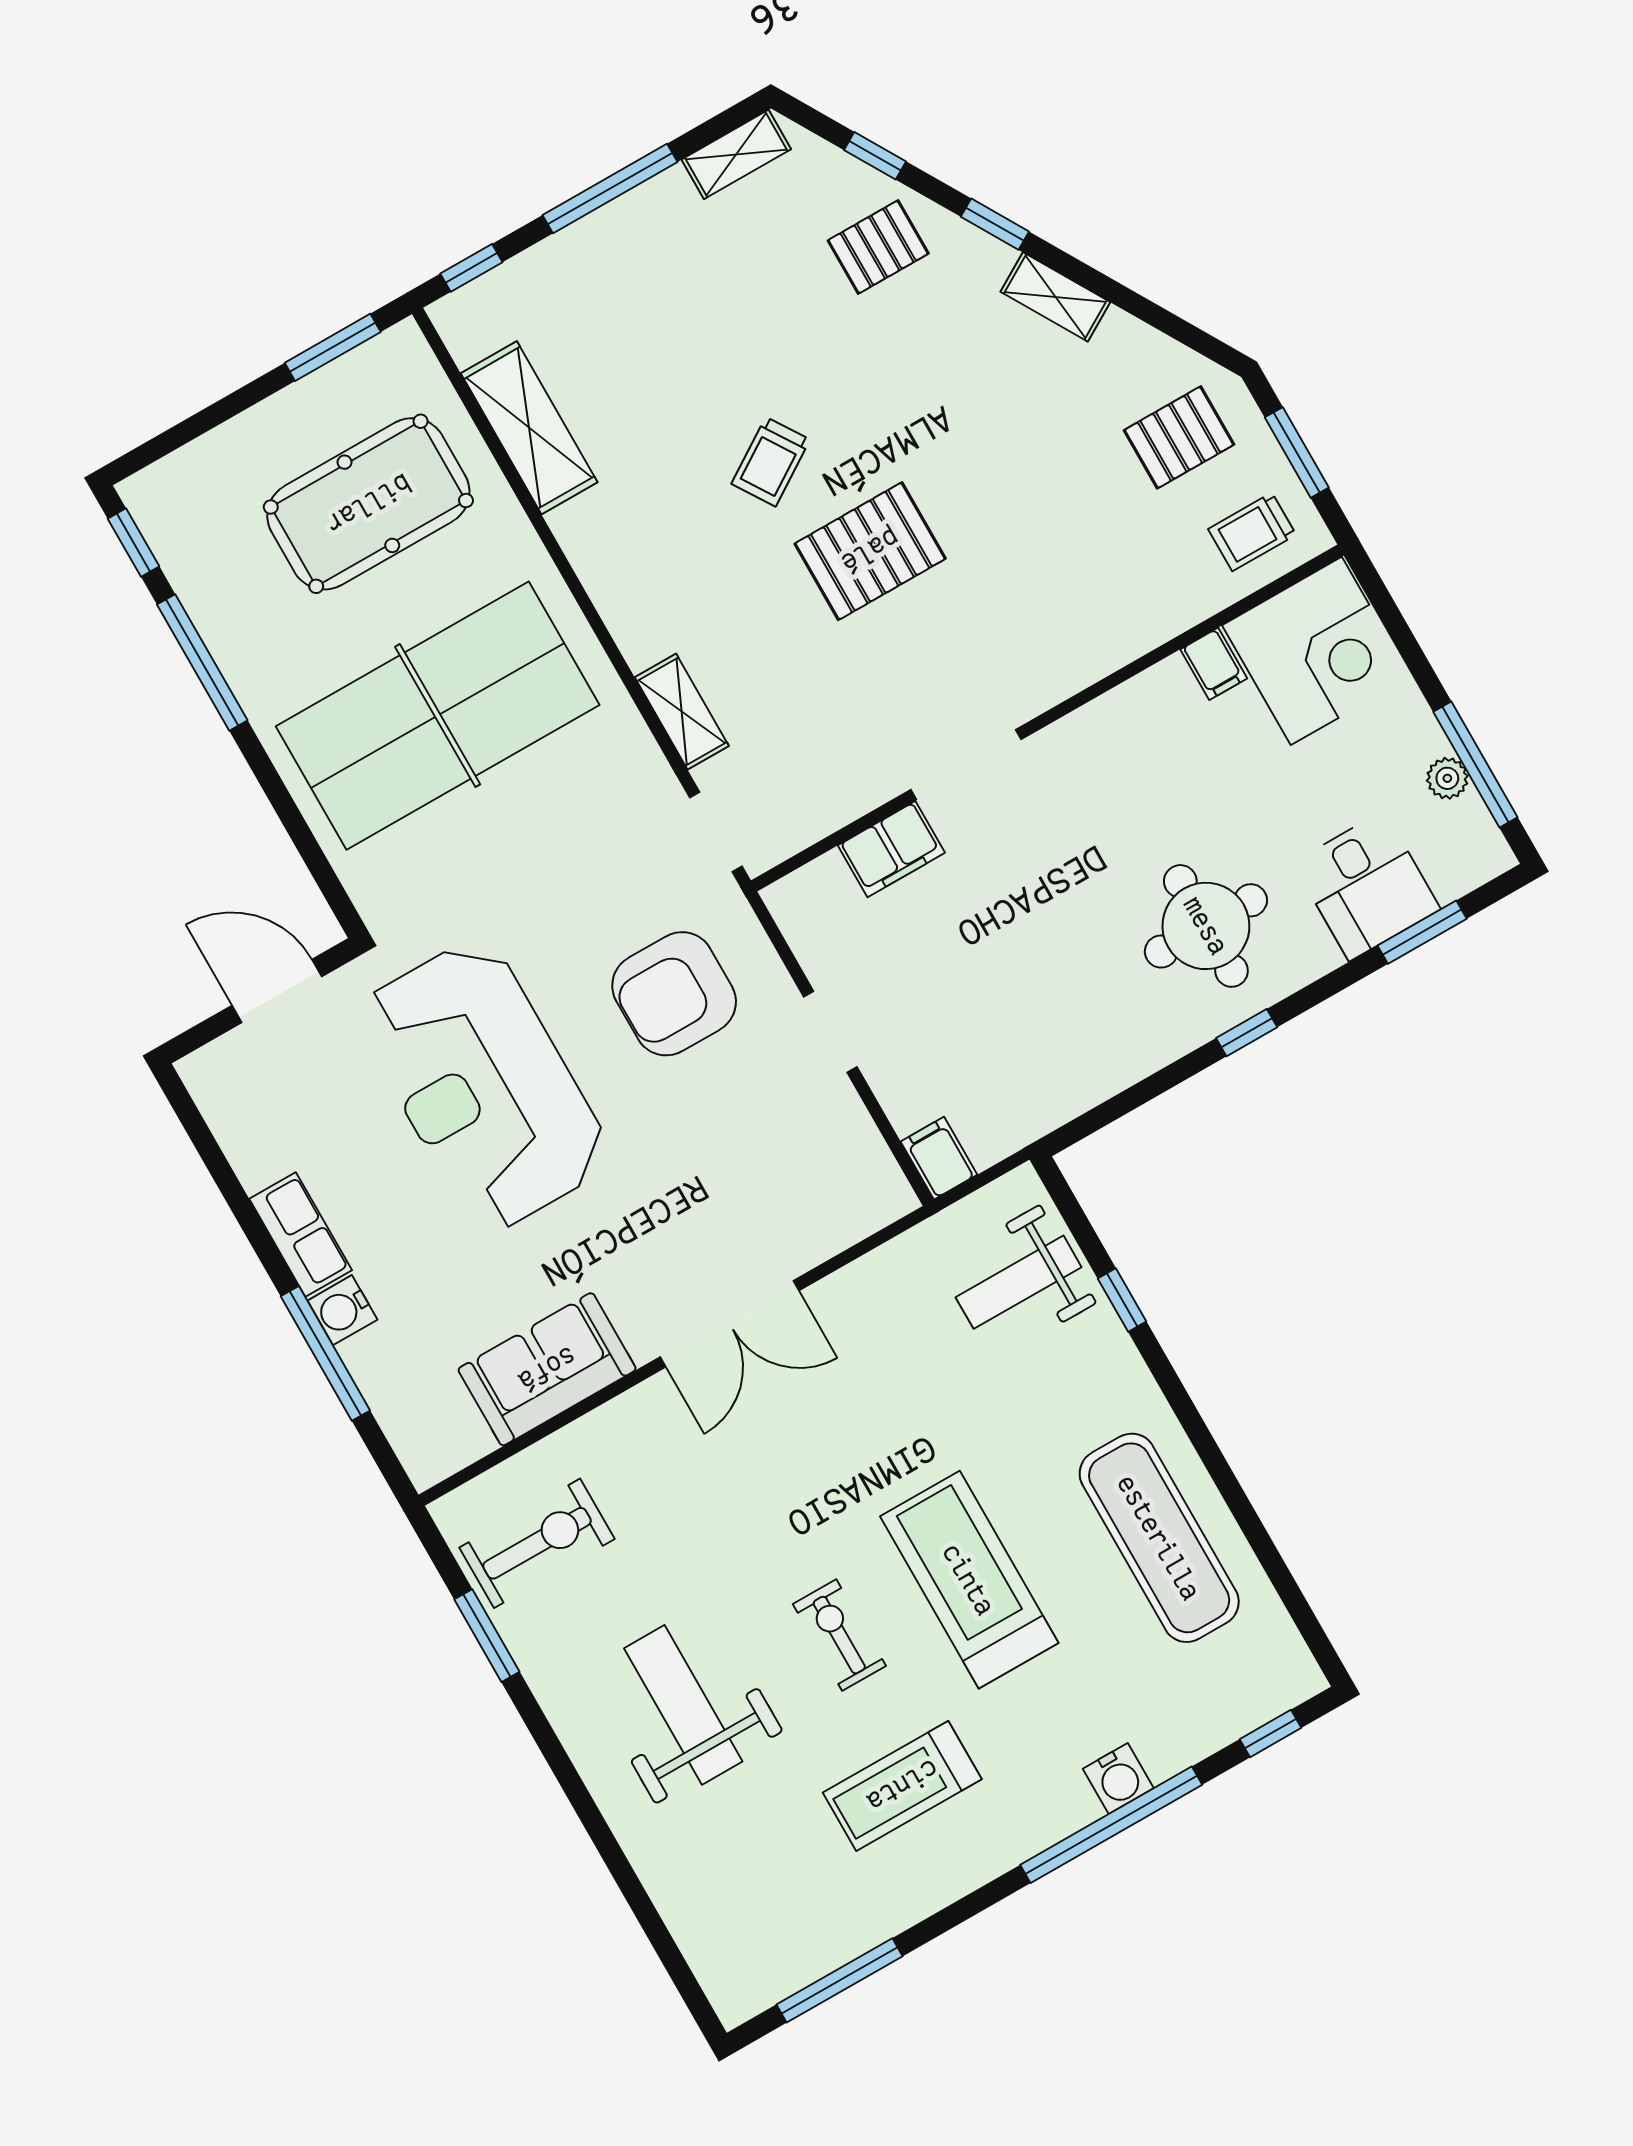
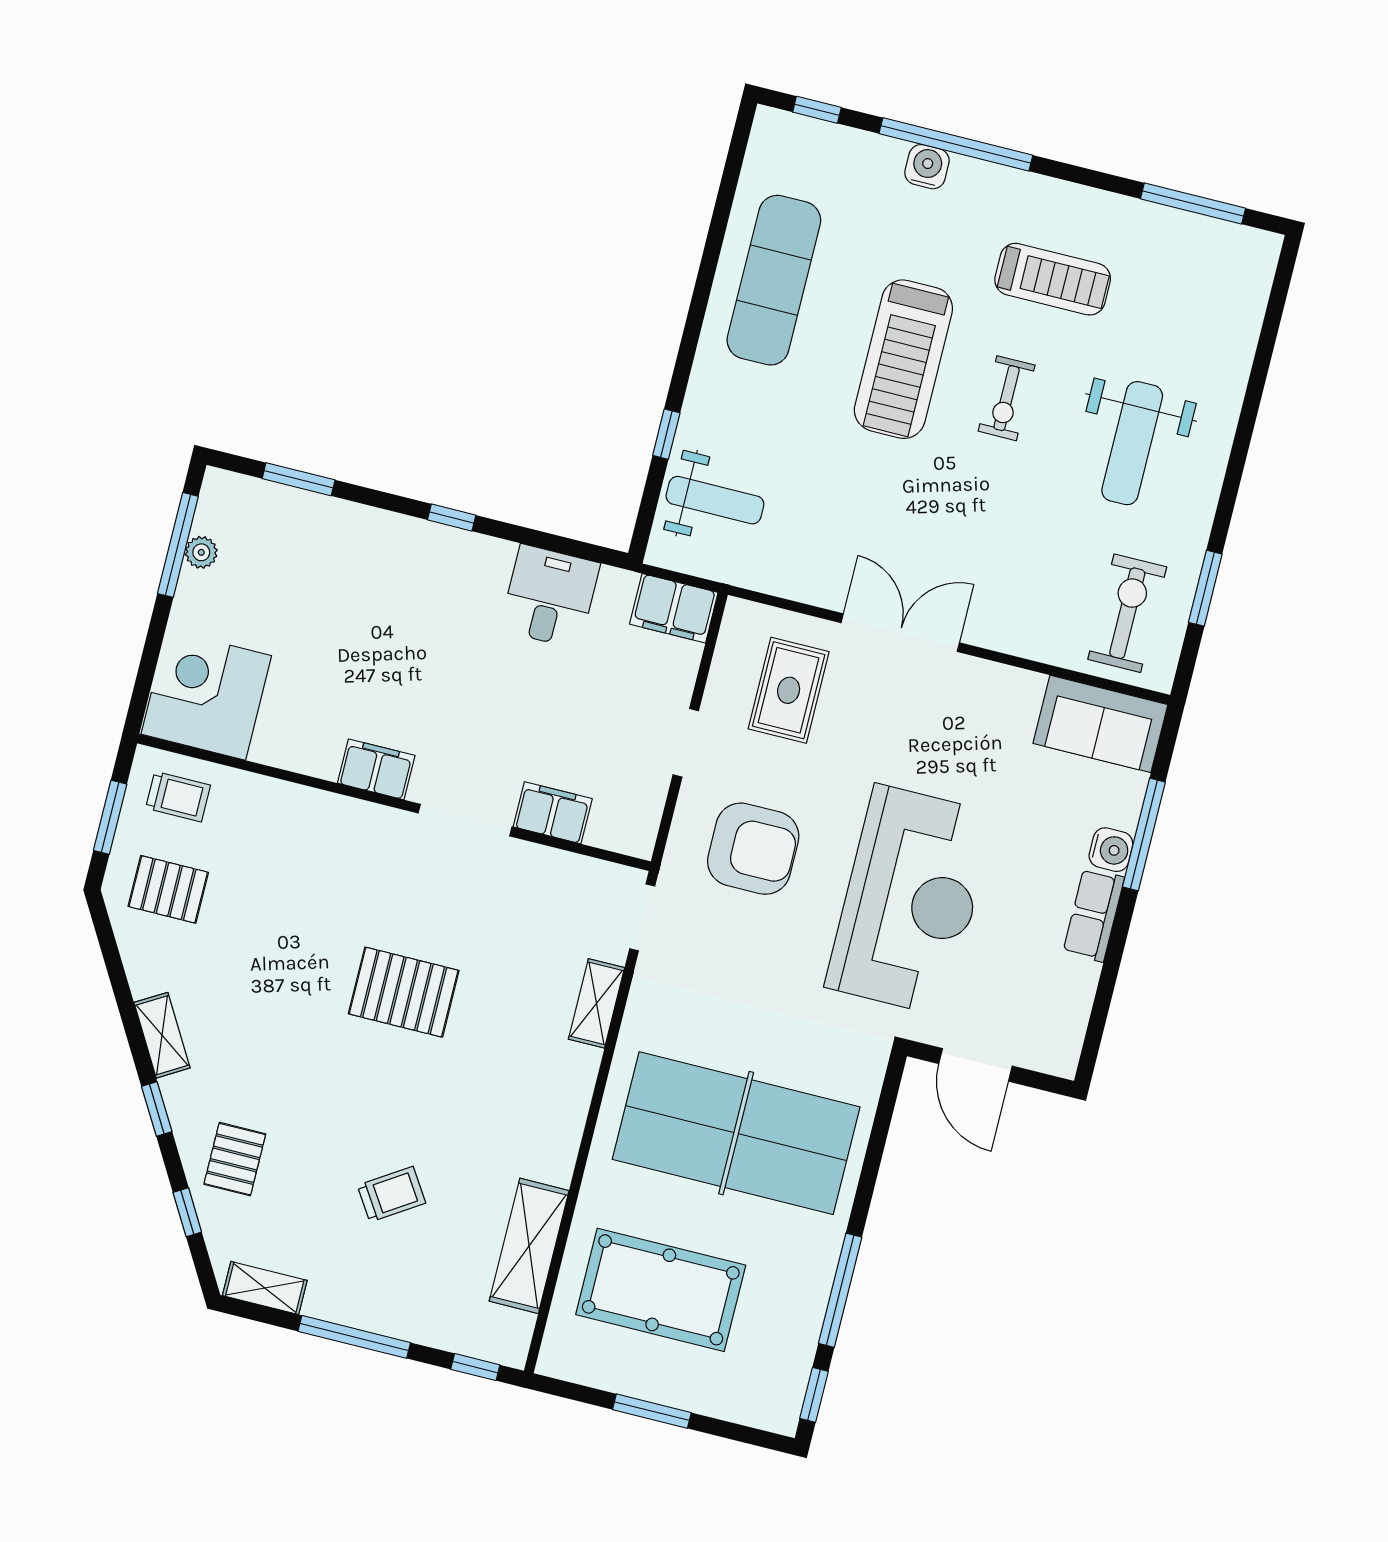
pallet: (878, 247) -> (235, 1159), turned 90
window: (333, 347) -> (652, 1411), moved
trolley: (771, 462) -> (391, 1194), moved
filing cabinet: (1214, 664) -> (376, 769), moved, width x2.00
desk: (1367, 886) -> (550, 596), moved
round table: (1206, 926) -> (417, 600), removed
filing cabinet: (939, 1158) -> (674, 608), width x2.00
rug: (782, 1172) -> (789, 690), added
sofa: (547, 1369) -> (1100, 724), moved
exercise bike: (537, 1543) -> (1127, 613), turned 90

